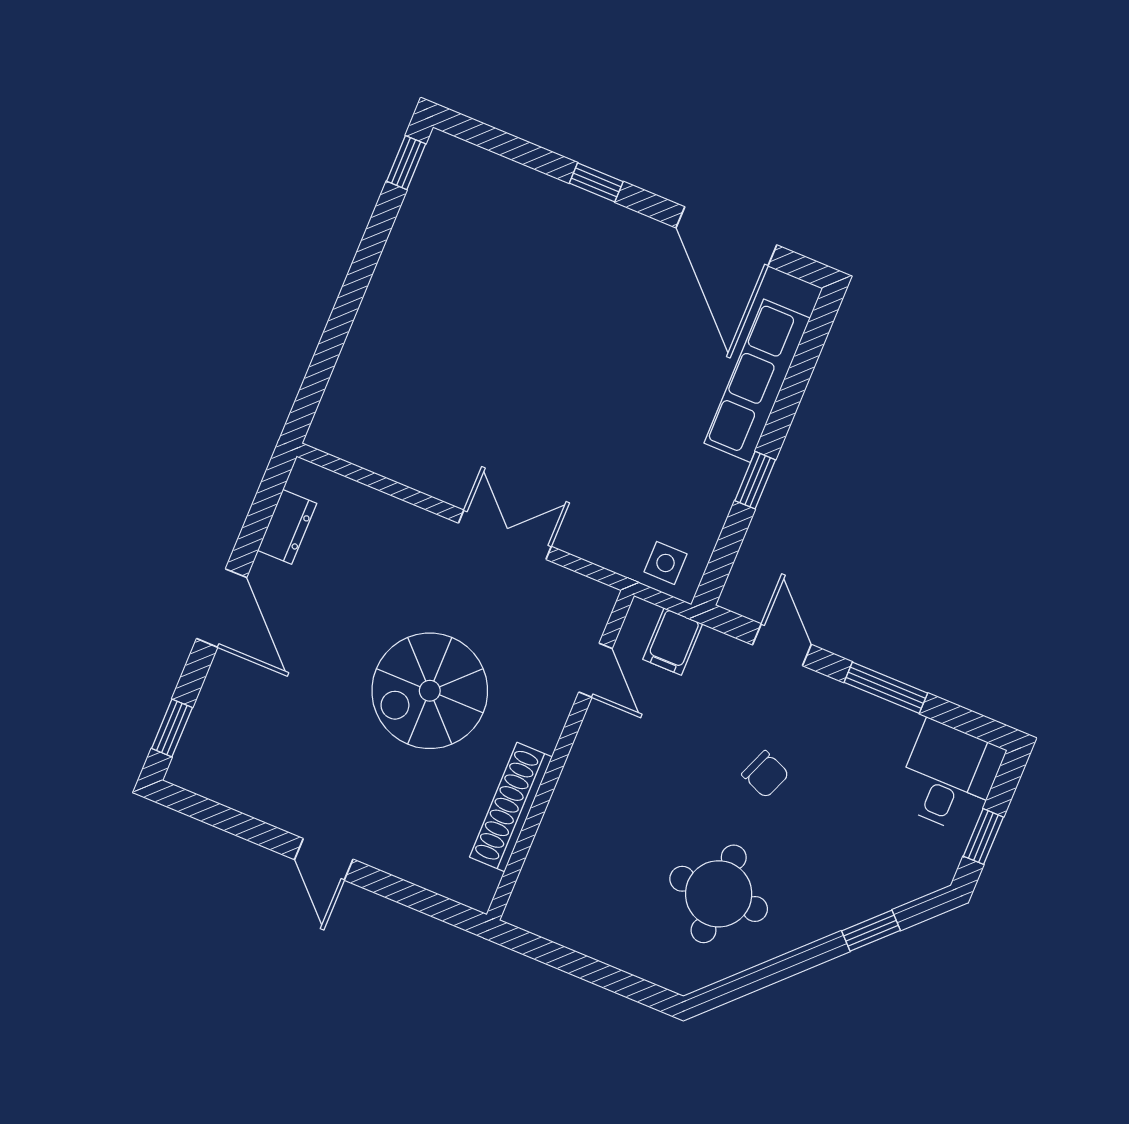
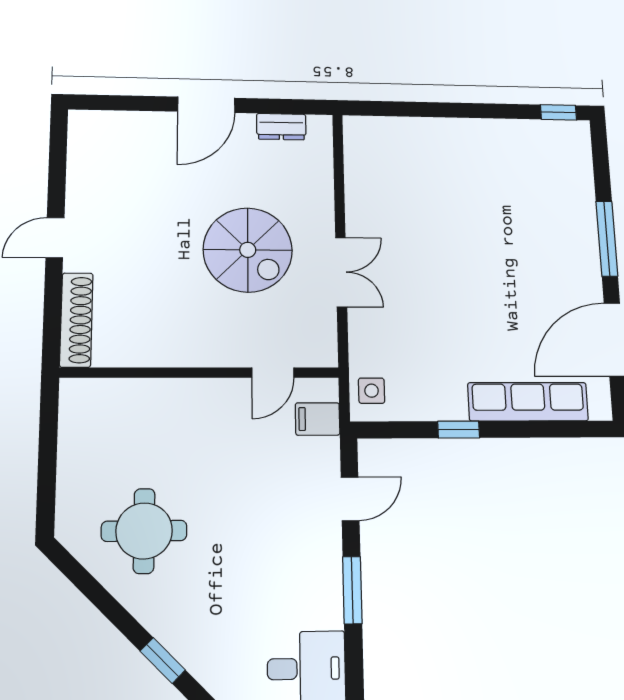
window: (596, 182) -> (607, 239), width x2.17
spiral stairs: (430, 691) -> (248, 250), moved, turned 180
window: (172, 728) -> (108, 103), removed
chair: (765, 774) -> (249, 528), removed
shoe rack: (511, 807) -> (76, 320), moved, turned 90

